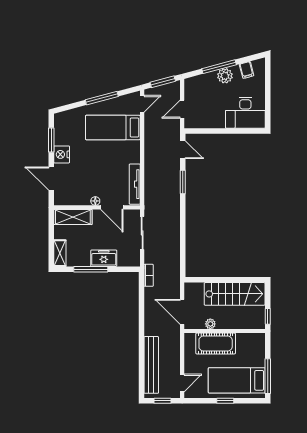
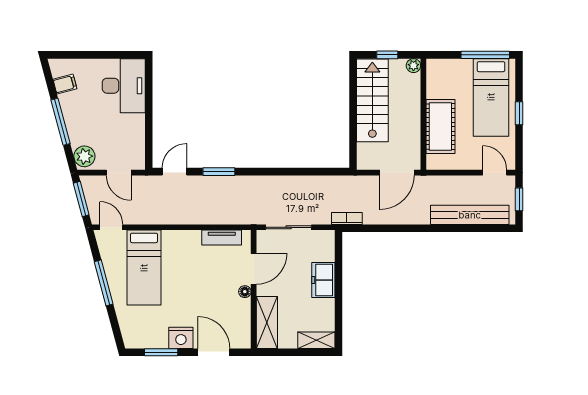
plant: (225, 76) -> (84, 156), moved
door: (51, 179) -> (214, 352), swing flipped
tv unit: (135, 184) -> (222, 238), width x0.71
window: (91, 269) -> (338, 298), removed
window: (268, 316) -> (387, 55), moved
plant: (210, 324) -> (413, 66), moved

